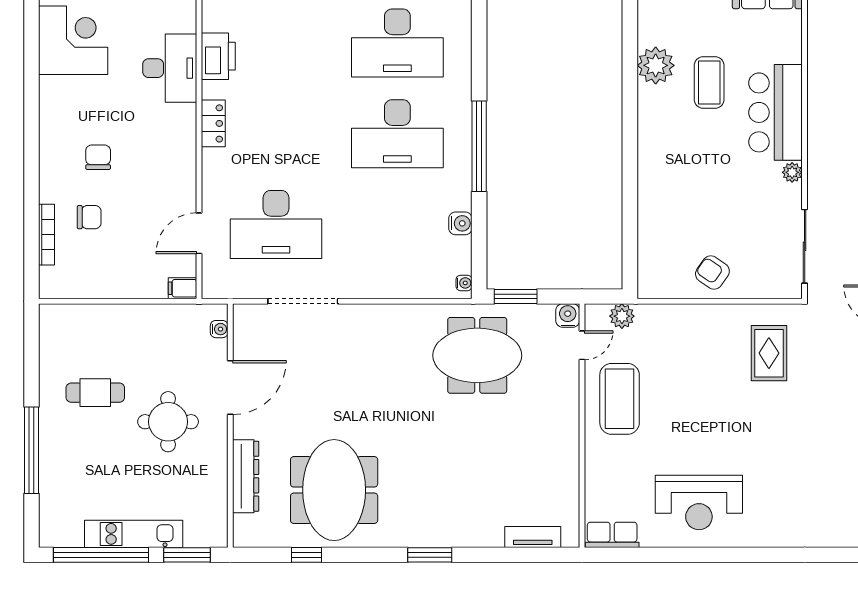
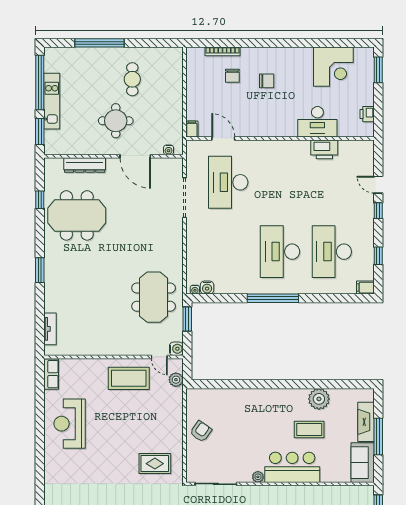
locker: (213, 123) -> (286, 147), removed
water cooler: (460, 223) -> (207, 288), moved

